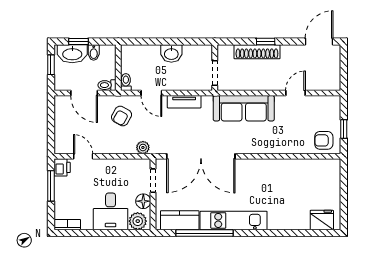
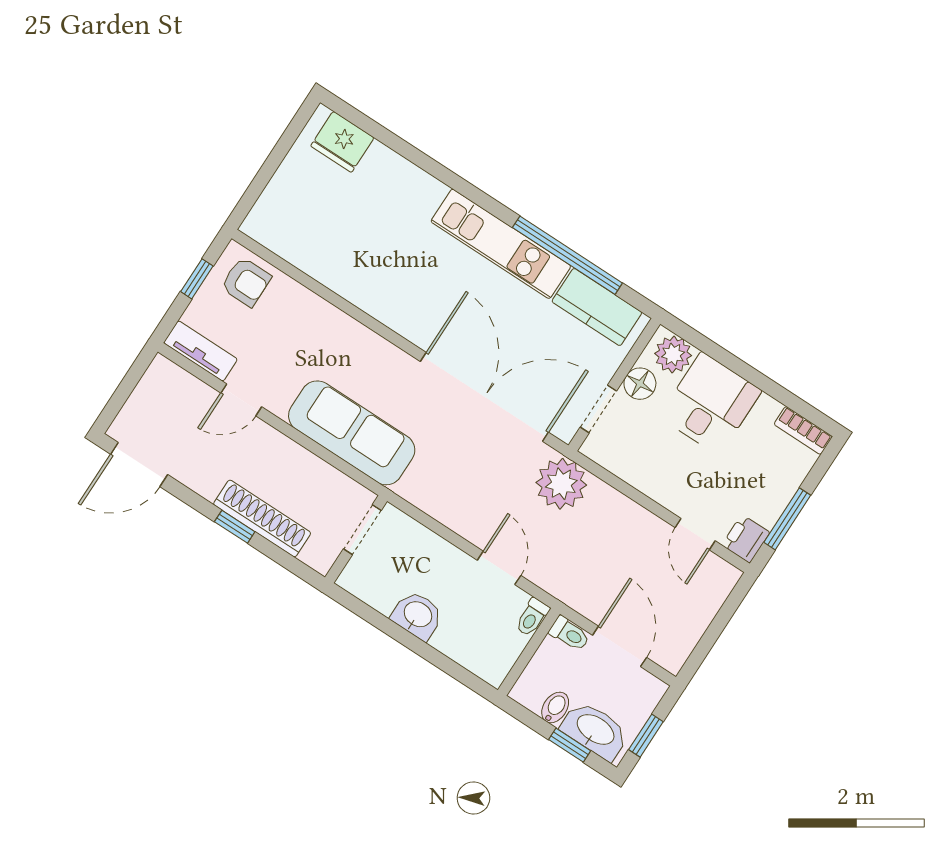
tv unit: (184, 102) -> (201, 351), moved
armchair: (122, 116) -> (579, 561), removed
plant: (143, 147) -> (561, 484), width x1.87, depth x1.87

